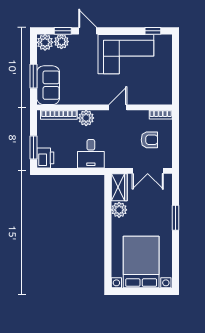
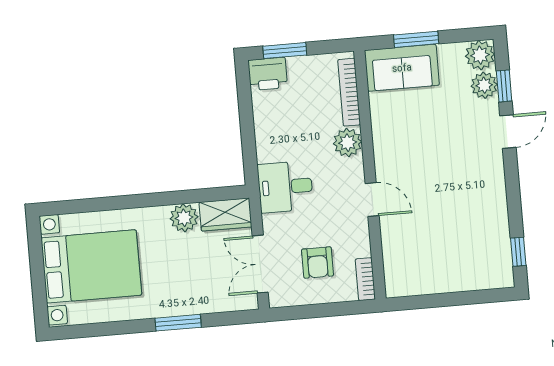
corner sofa: (126, 54) -> (471, 206), removed
desk: (91, 154) -> (285, 187), moved

